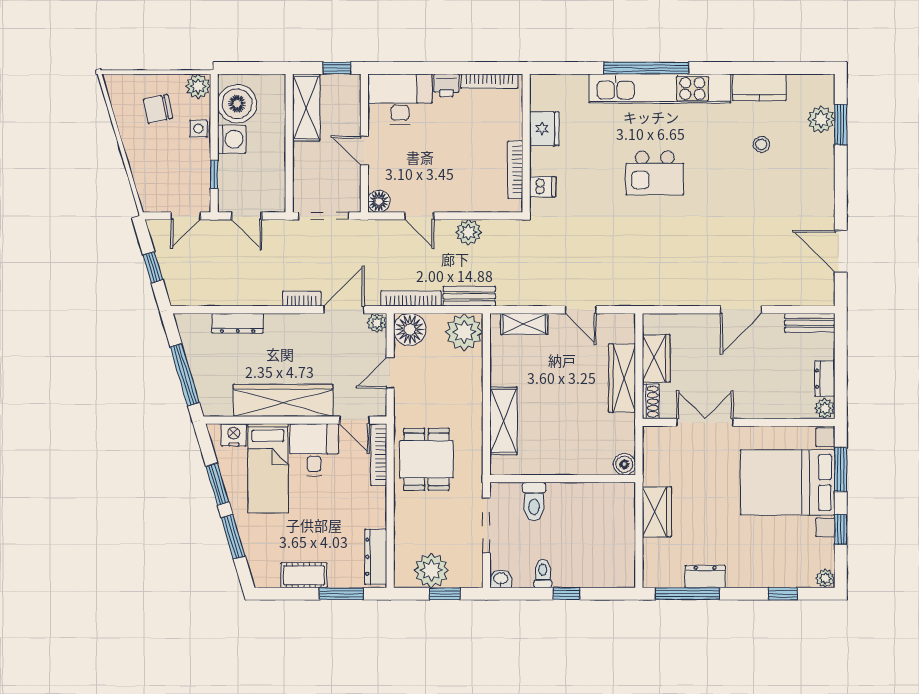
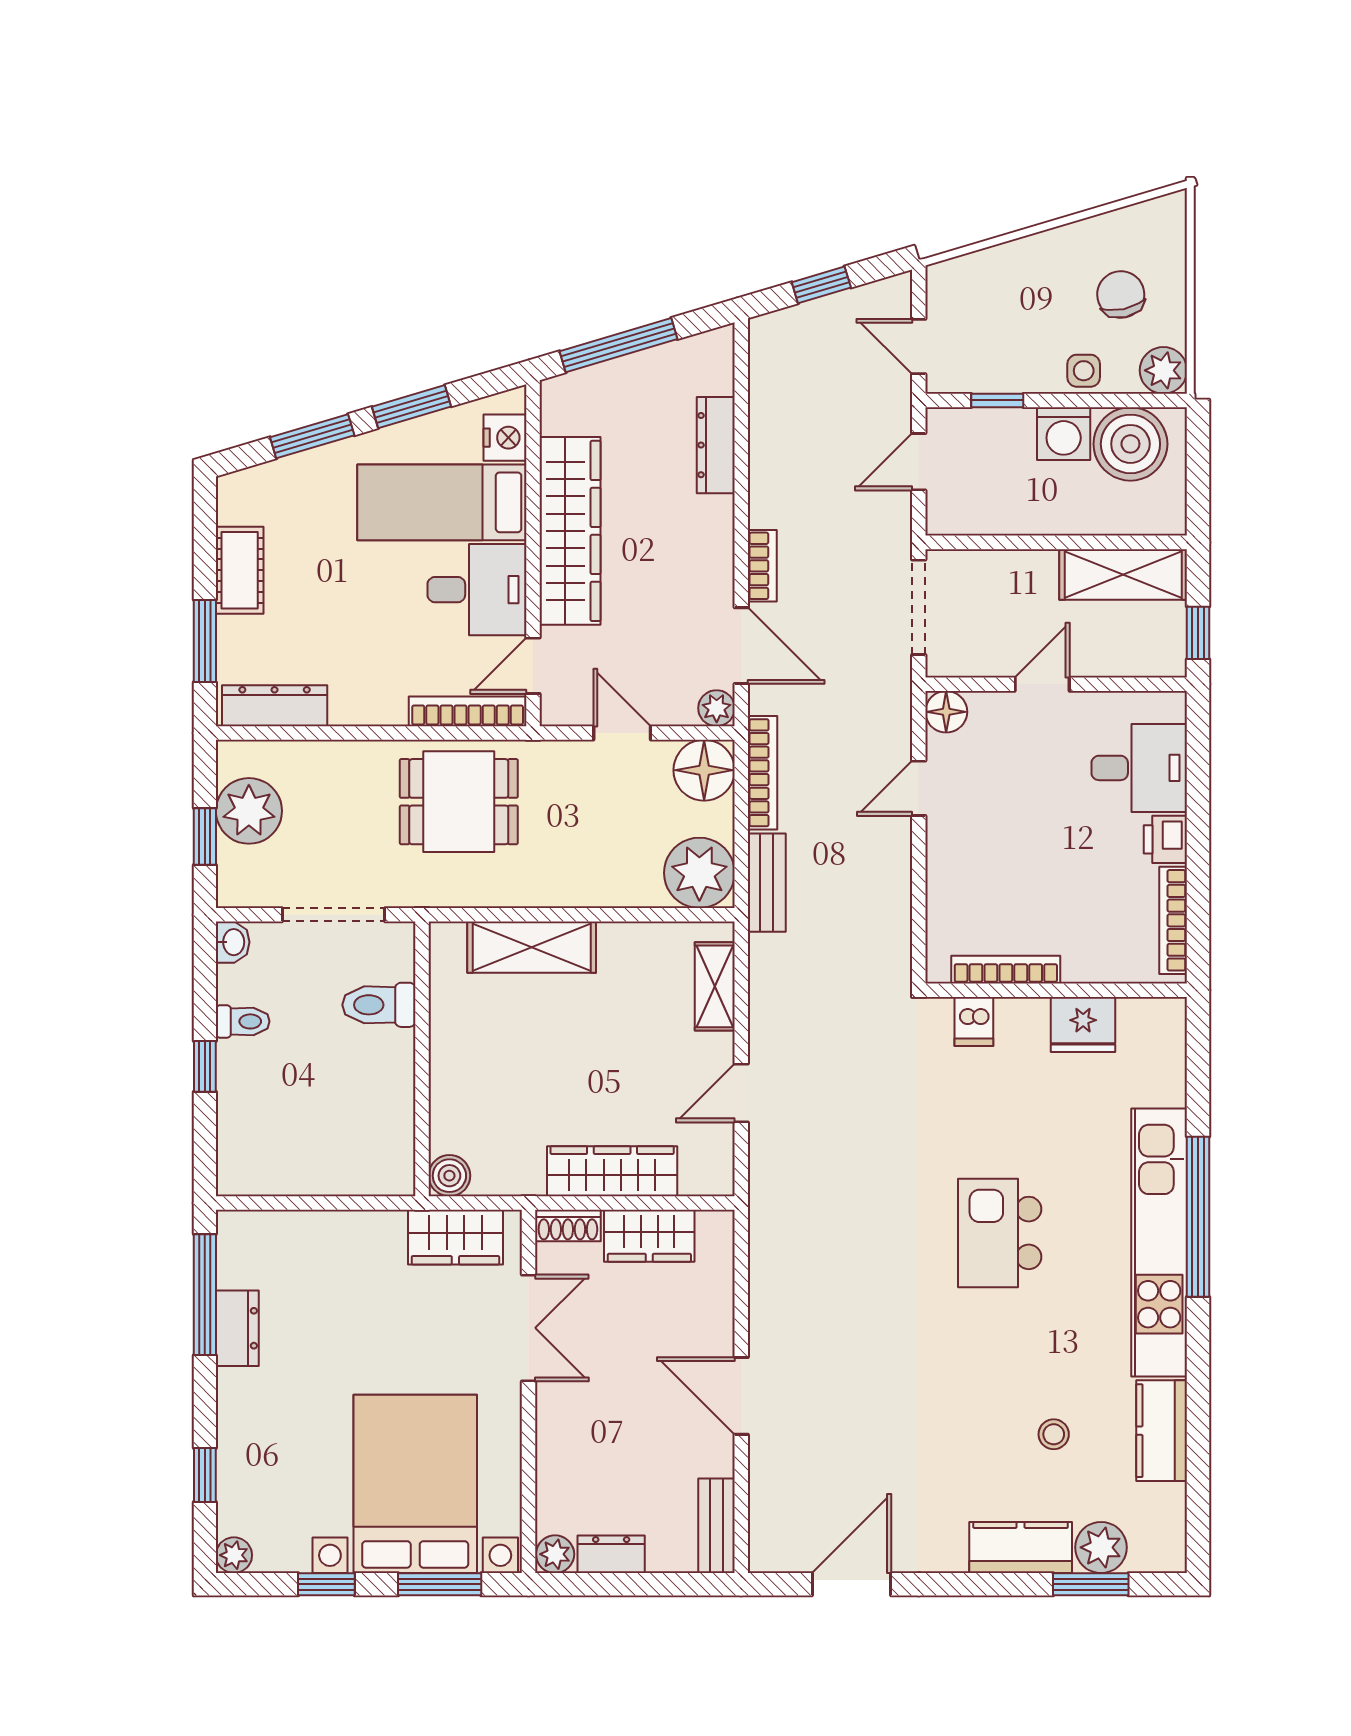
desk: (400, 99) -> (1139, 768), width x0.73
kitchen counter: (821, 162) -> (1021, 1548), added
plant: (468, 232) -> (888, 881), removed
wardrobe: (657, 512) -> (455, 1237), moved

